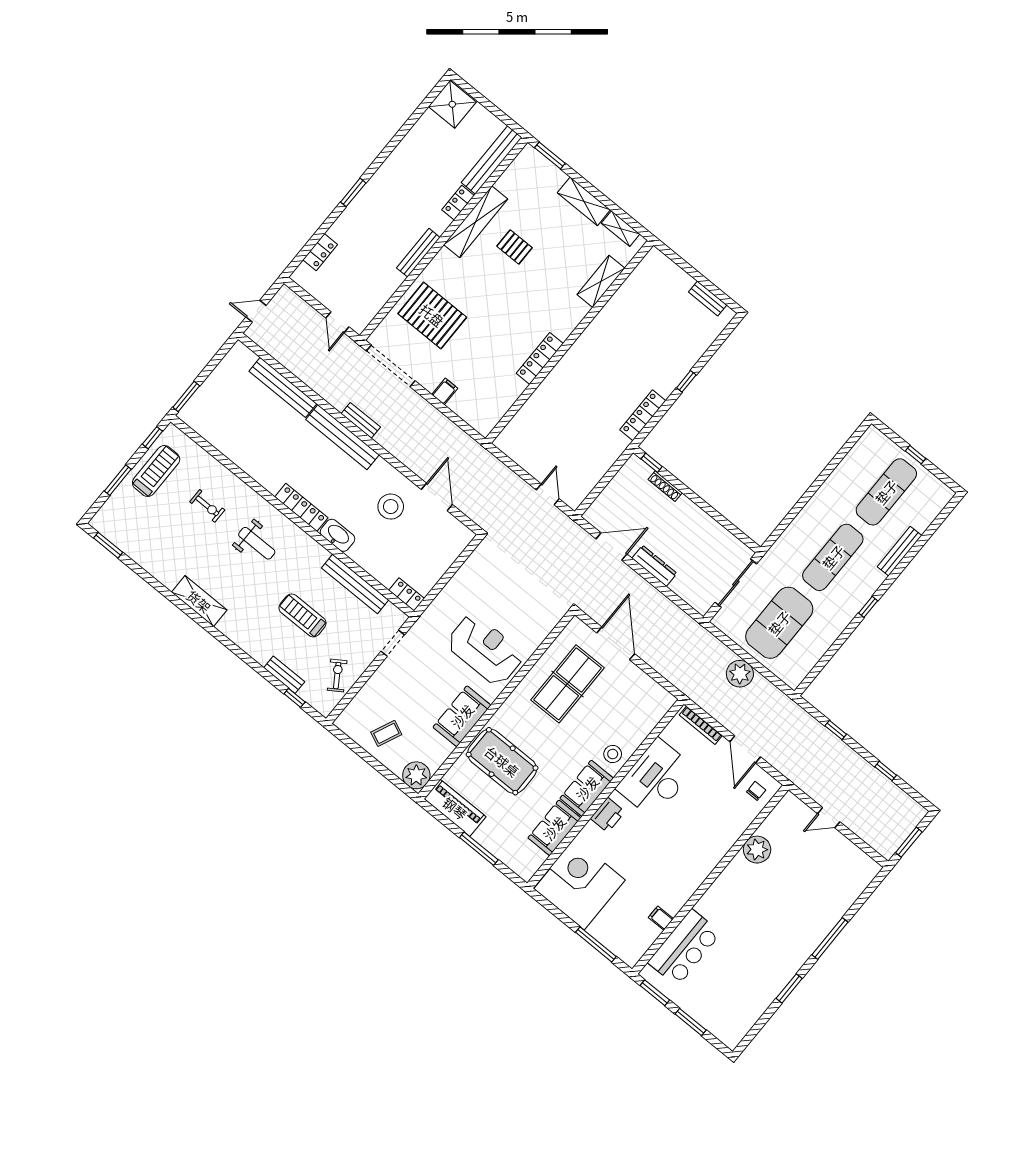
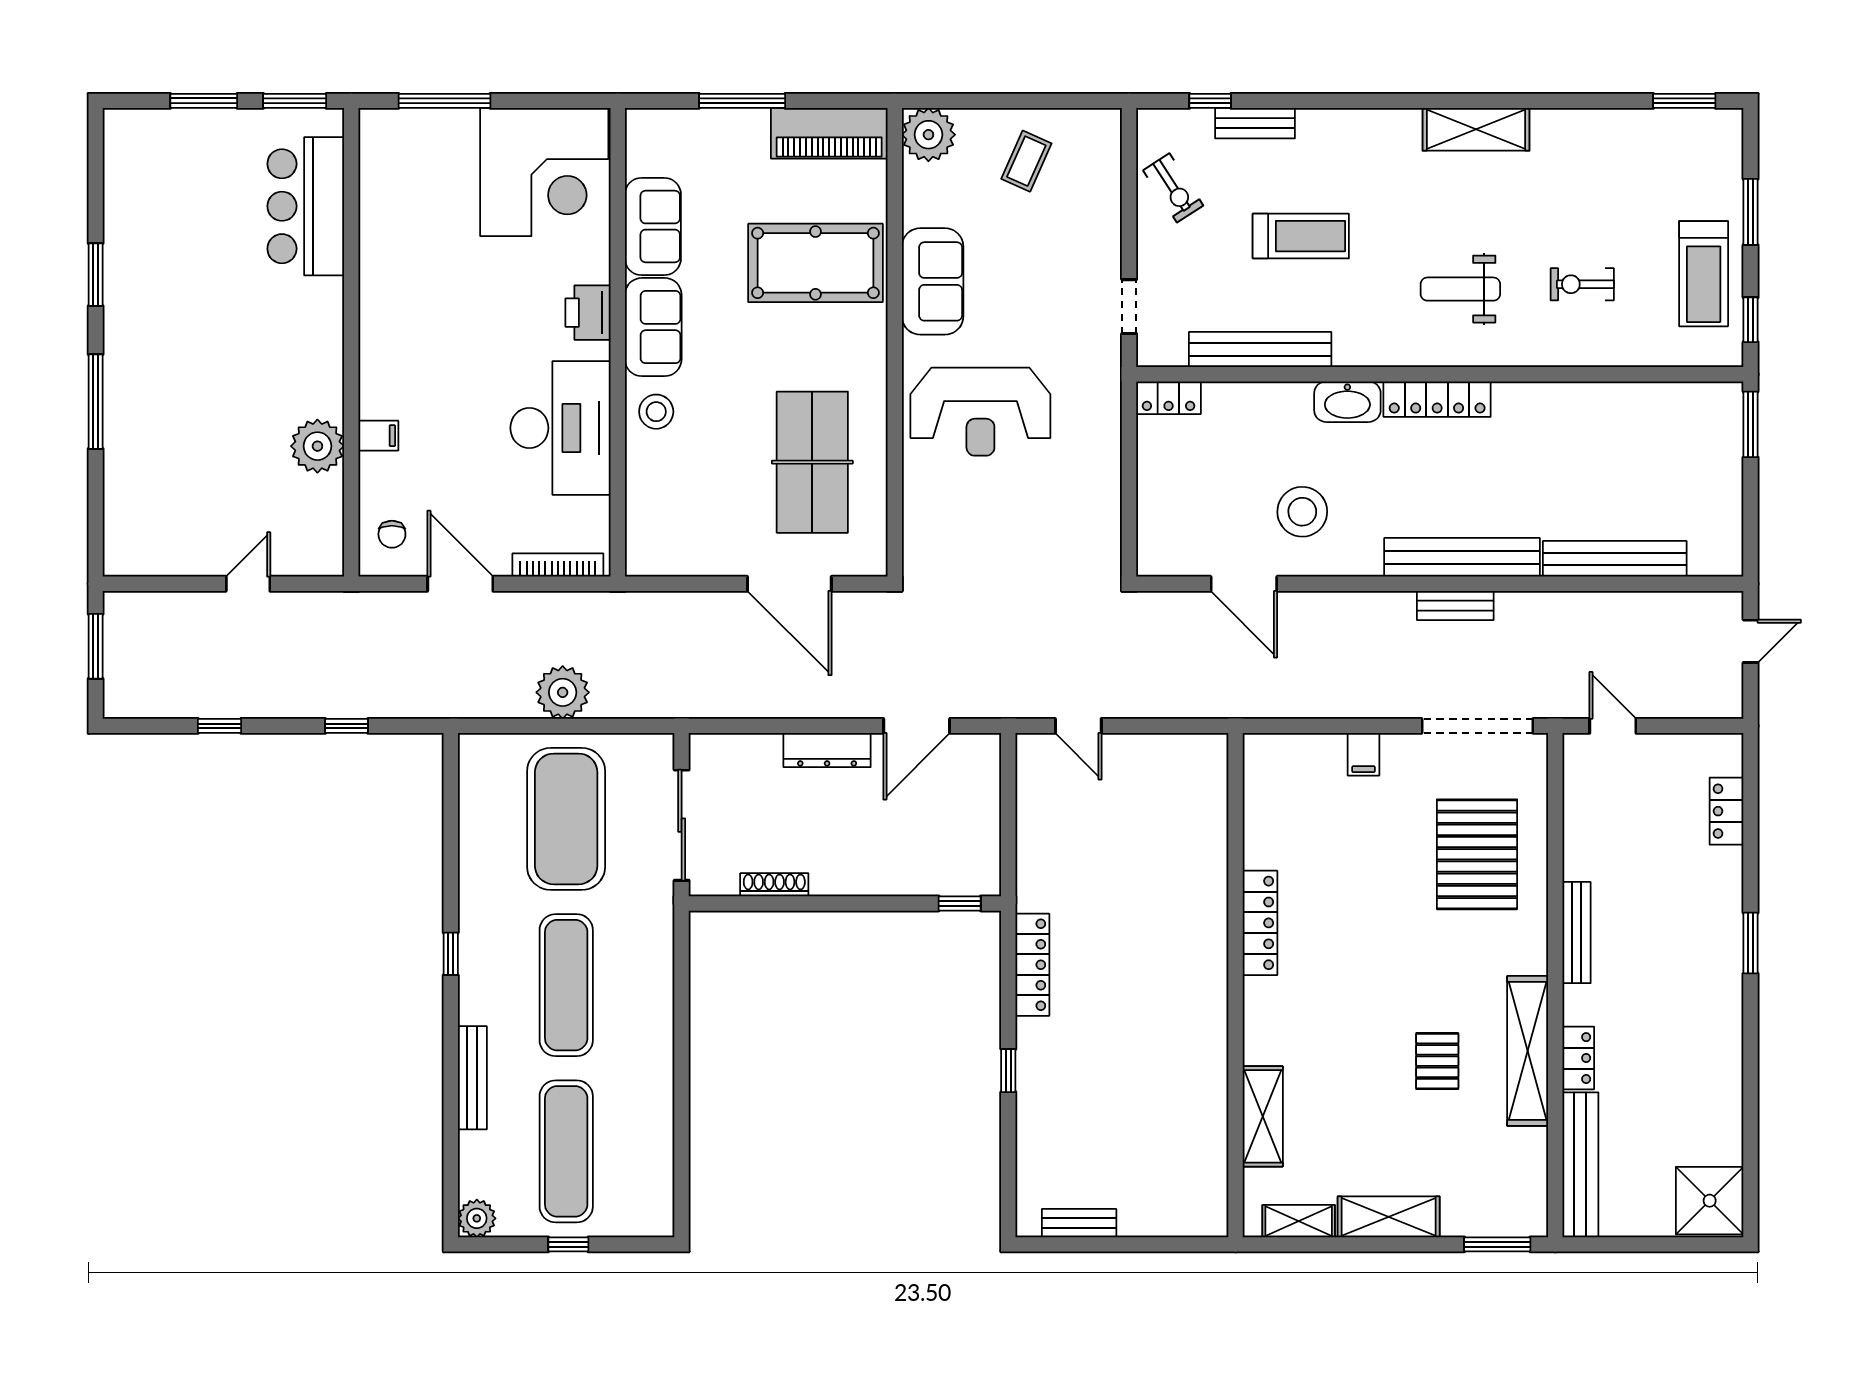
pallet: (514, 247) -> (1437, 1061), turned 90
pallet: (432, 315) -> (1477, 854), turned 90
shoe rack: (665, 486) -> (774, 885), moved
plant: (943, 494) -> (477, 1218), added
filing cabinet: (661, 918) -> (378, 436), moved

